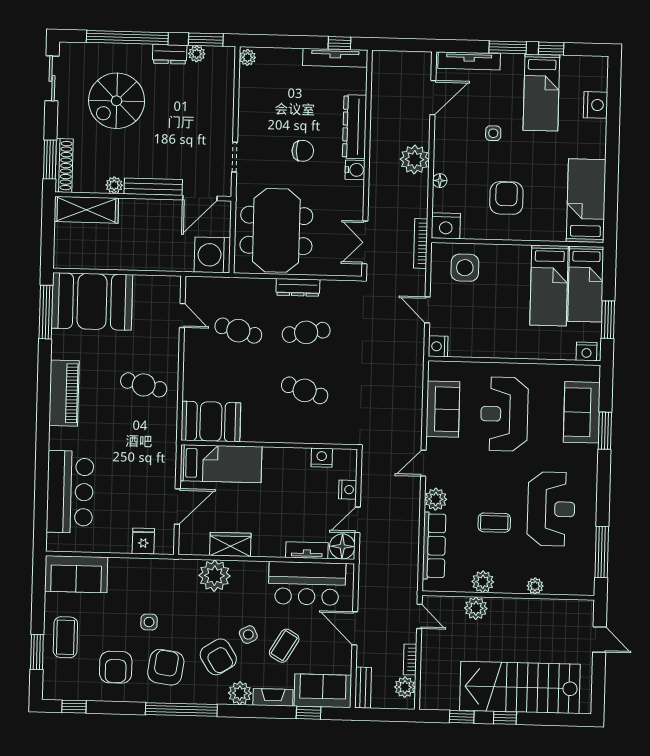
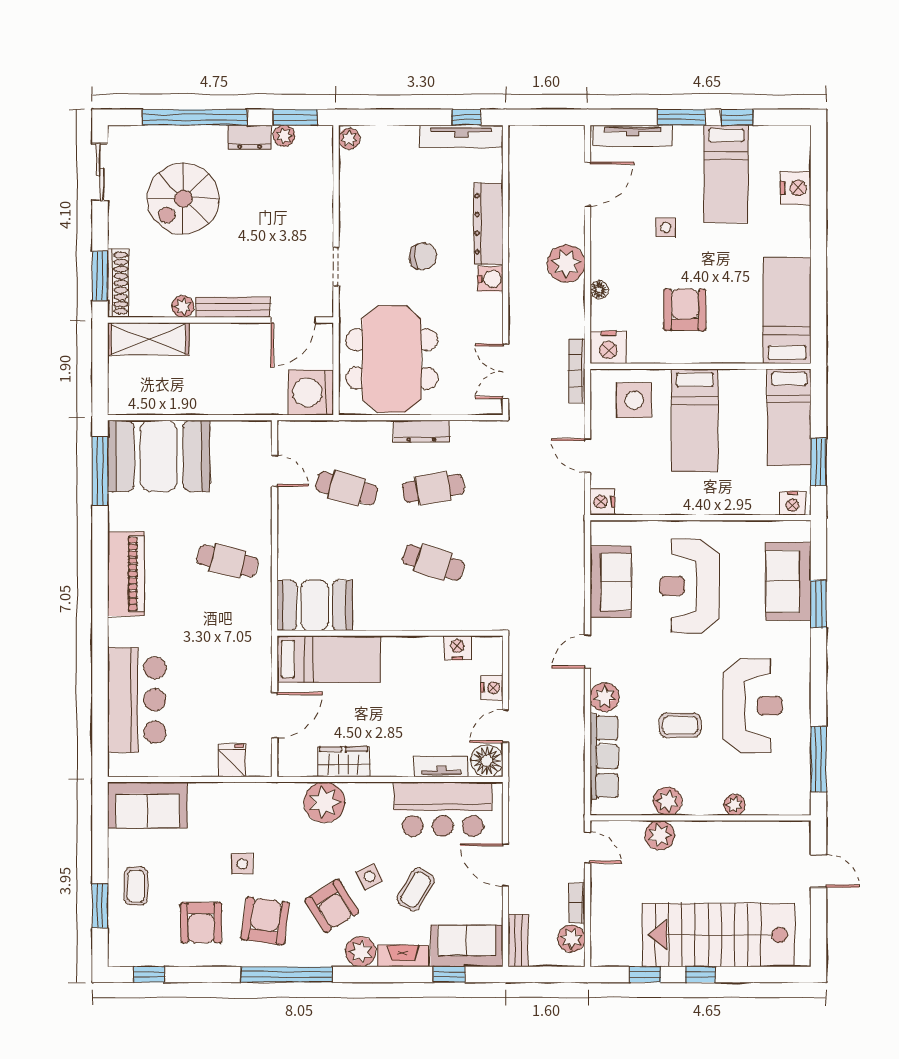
bed: (549, 285) -> (695, 420), moved
coffee table: (65, 637) -> (136, 886), width x0.73, depth x0.77

